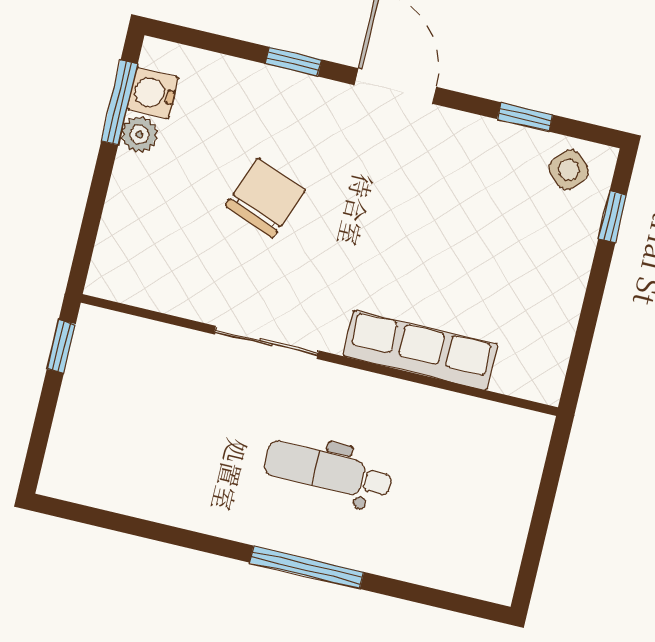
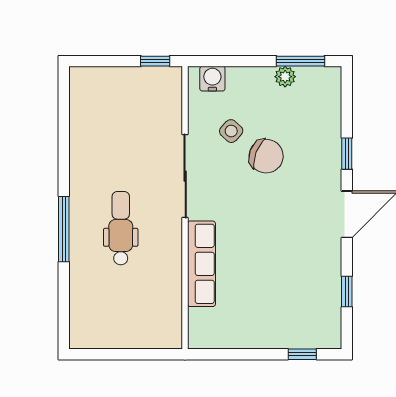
water cooler: (153, 93) -> (212, 79), moved
side table: (569, 170) -> (231, 131), moved
sliding door: (266, 342) -> (185, 176), width x1.37

